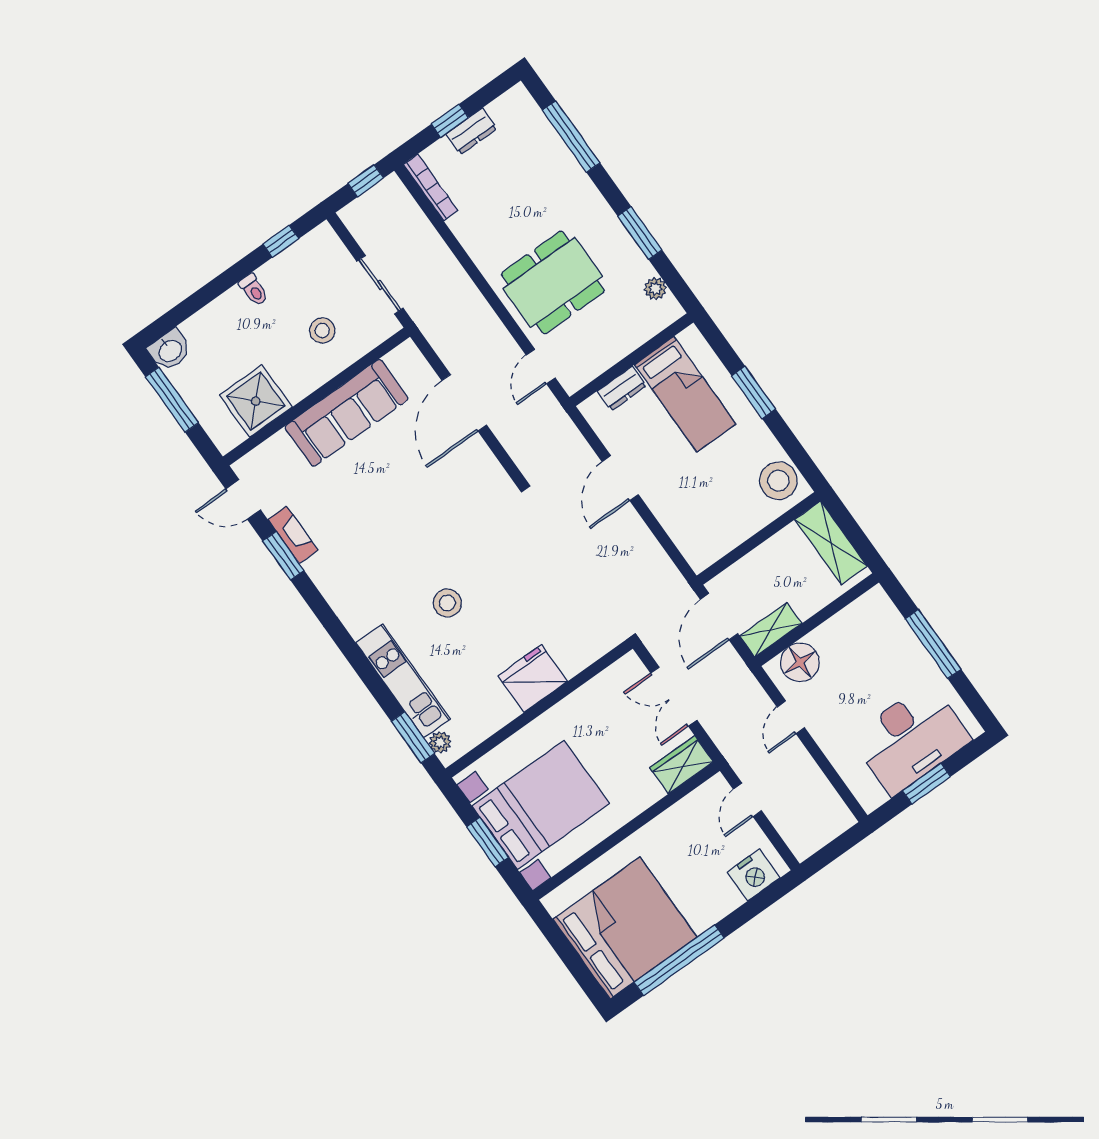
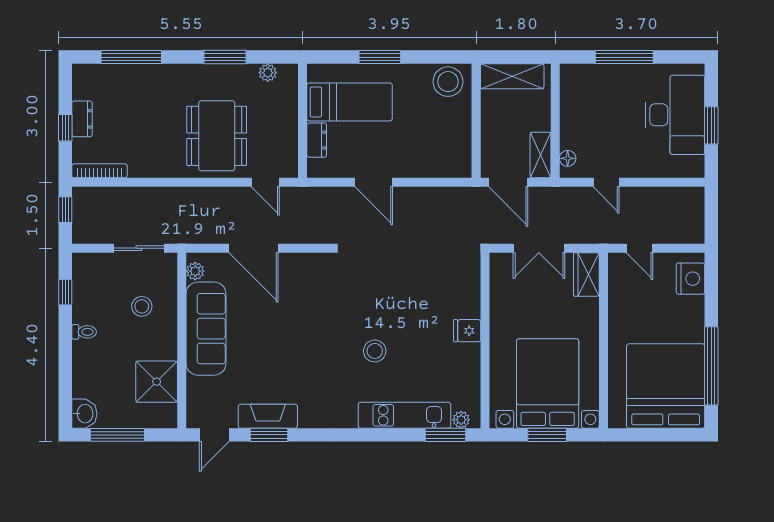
plant: (398, 360) -> (195, 271), added
fireplace: (293, 535) -> (268, 416), width x1.37, depth x1.32
floor lamp: (800, 662) -> (568, 158), width x0.53, depth x0.53
fridge: (533, 679) -> (467, 331), width x0.53, depth x0.75

